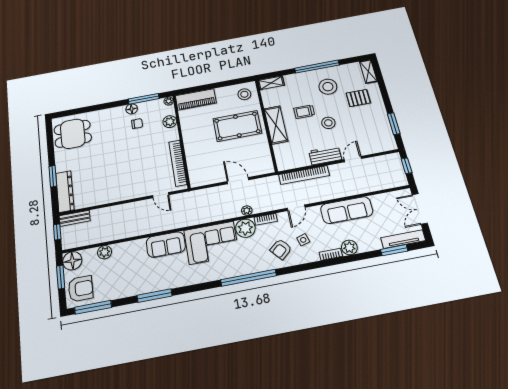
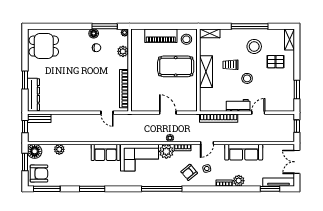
piano: (196, 99) -> (161, 36), moved

